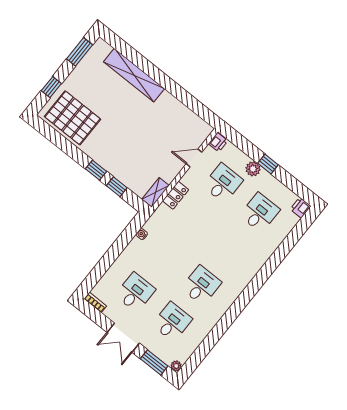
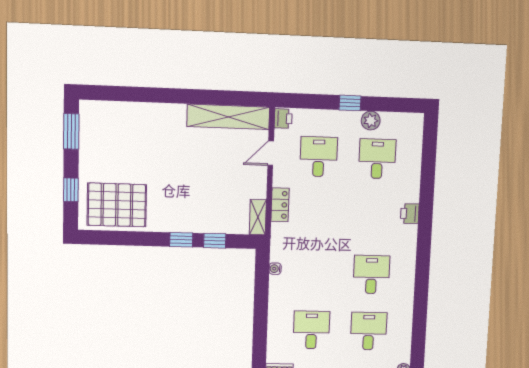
shelving: (134, 75) -> (228, 117), moved
plant: (253, 169) -> (371, 121), moved
printer: (301, 208) -> (410, 214), moved

